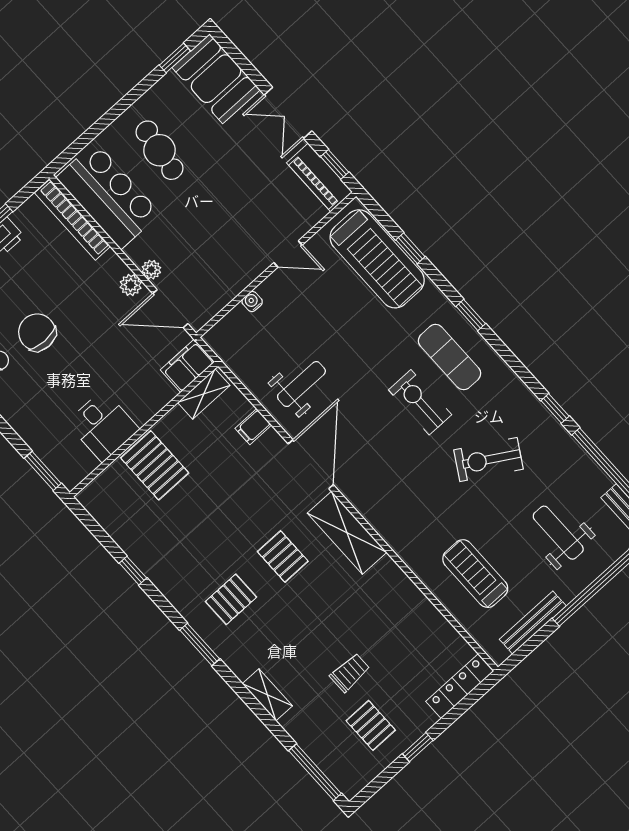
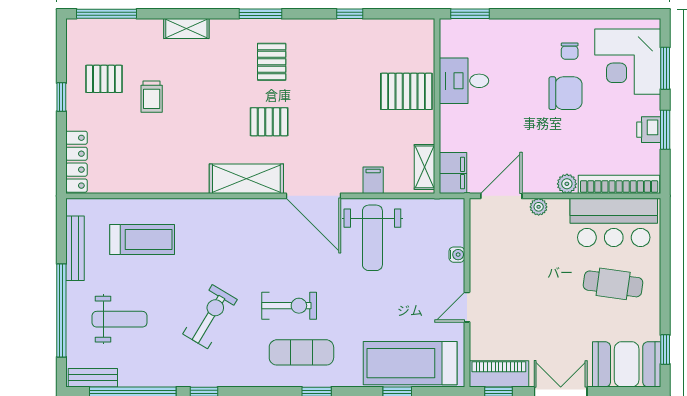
plant: (131, 285) -> (567, 184), moved
weight bench: (301, 384) -> (372, 238), width x1.36, depth x1.33

